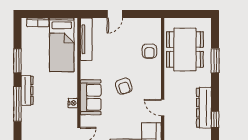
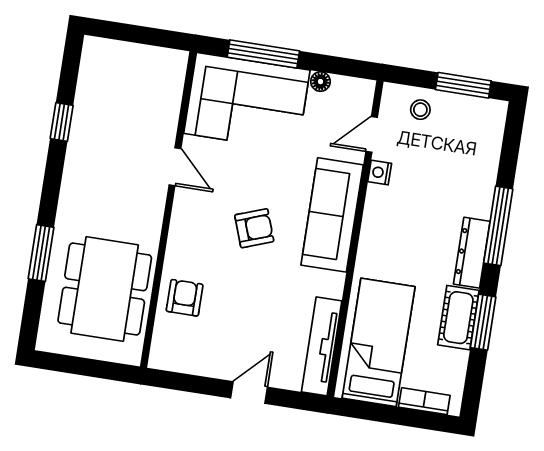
cot: (29, 61) -> (458, 318), added
armchair: (124, 86) -> (254, 228), turned 89
sofa: (91, 97) -> (332, 215), width x1.36
nightstand: (73, 103) -> (380, 172), moved
dresser: (204, 108) -> (82, 152), removed

